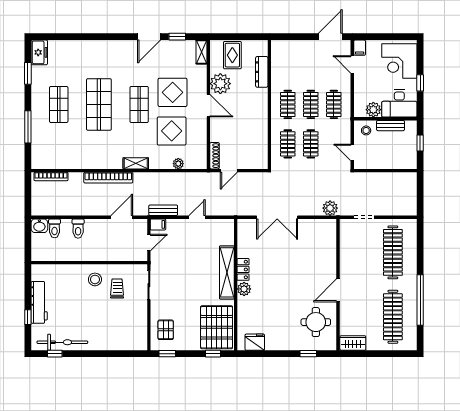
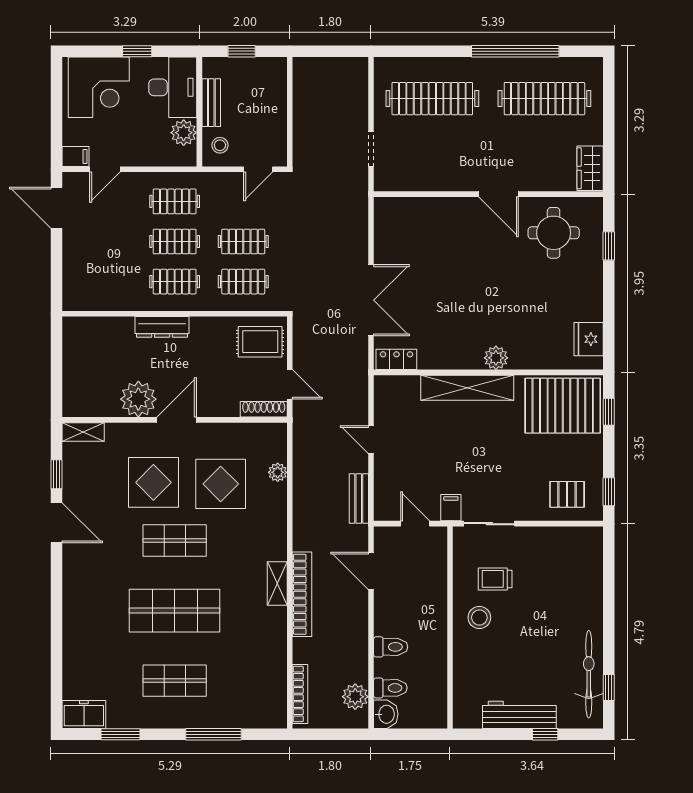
rug: (232, 55) -> (260, 342), moved
dresser: (262, 72) -> (162, 327), moved
shelving: (136, 163) -> (277, 584), moved
plant: (330, 208) -> (355, 697), moved
filing cabinet: (158, 224) -> (451, 508), moved
locker: (243, 269) -> (396, 359), moved

